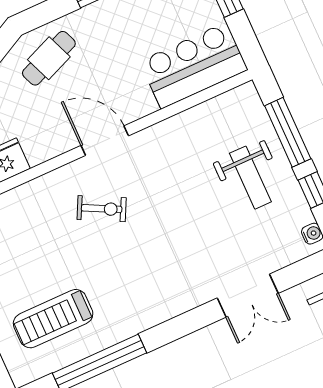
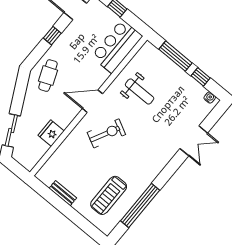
weight bench: (250, 178) -> (140, 92), moved
exercise bike: (102, 209) -> (106, 133), width x1.38, depth x1.39

